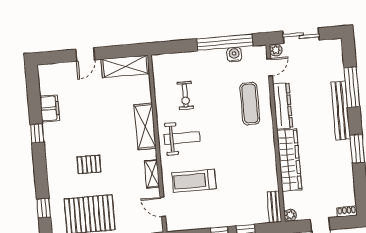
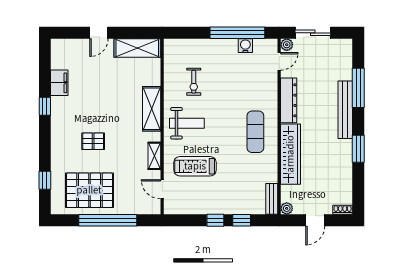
exercise mat: (250, 104) -> (255, 132), moved

